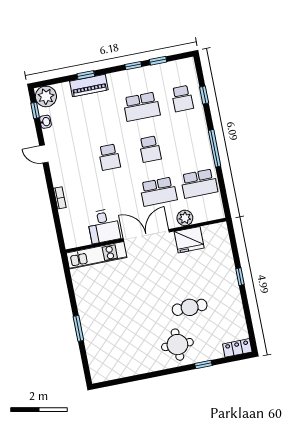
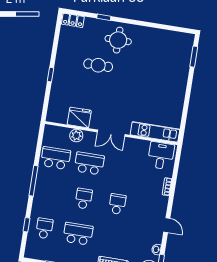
desk: (104, 226) -> (161, 156), moved
double door: (146, 235) -> (111, 133), width x0.73
window: (78, 328) -> (194, 57), moved

